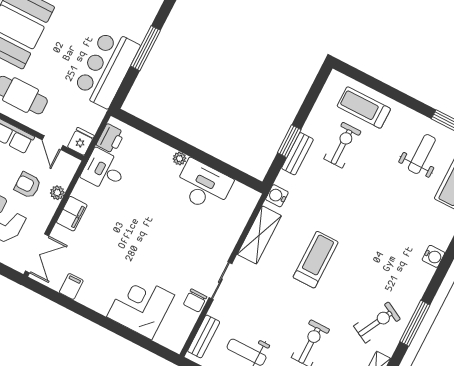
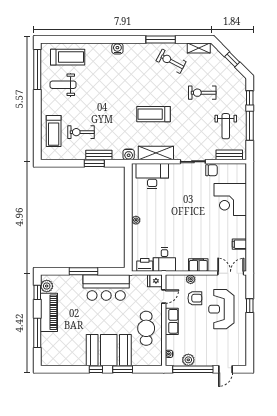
armchair: (28, 185) -> (195, 298), turned -90
desk: (203, 186) -> (152, 176), moved, turned 90

